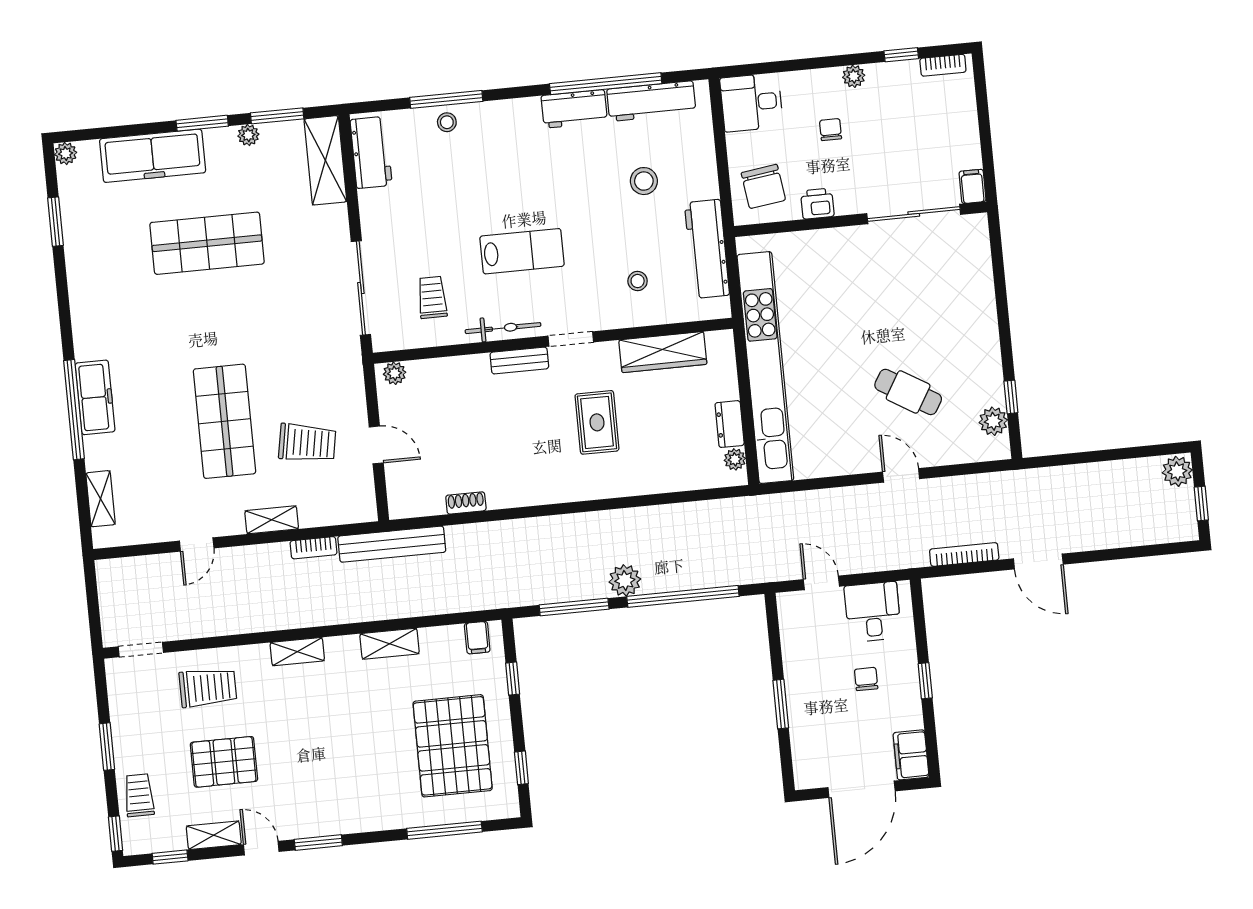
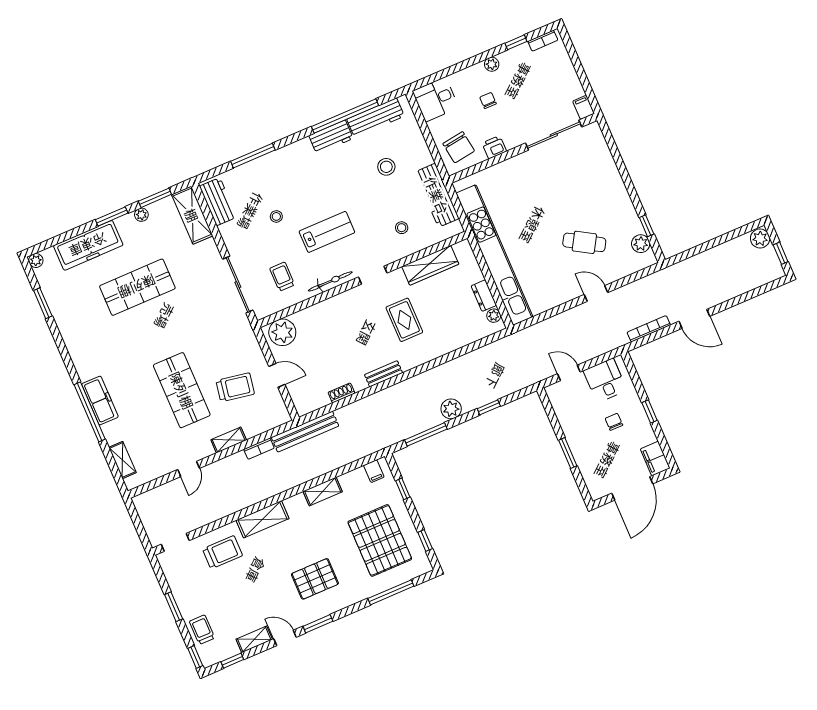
stool: (447, 122) -> (276, 216), moved
bench: (519, 361) -> (384, 374), moved
plant: (395, 373) -> (282, 332), width x1.88, depth x1.88
window: (683, 596) -> (489, 407), width x0.32
shelving: (297, 652) -> (262, 519), width x1.50, depth x1.33
pallet: (224, 762) -> (315, 579), moved

